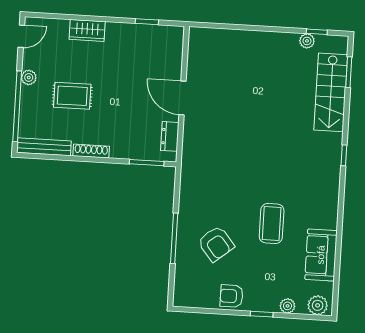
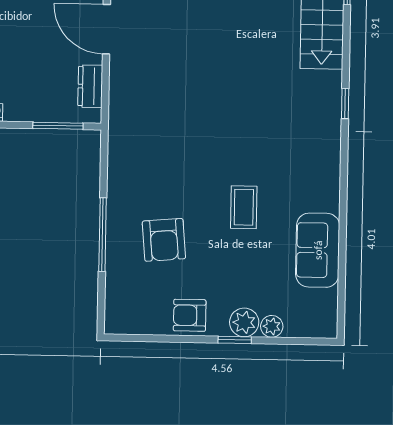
coffee table: (272, 224) -> (244, 207), width x0.73, depth x0.77
armchair: (216, 244) -> (164, 240), turned 34
plant: (318, 305) -> (244, 322), moved

